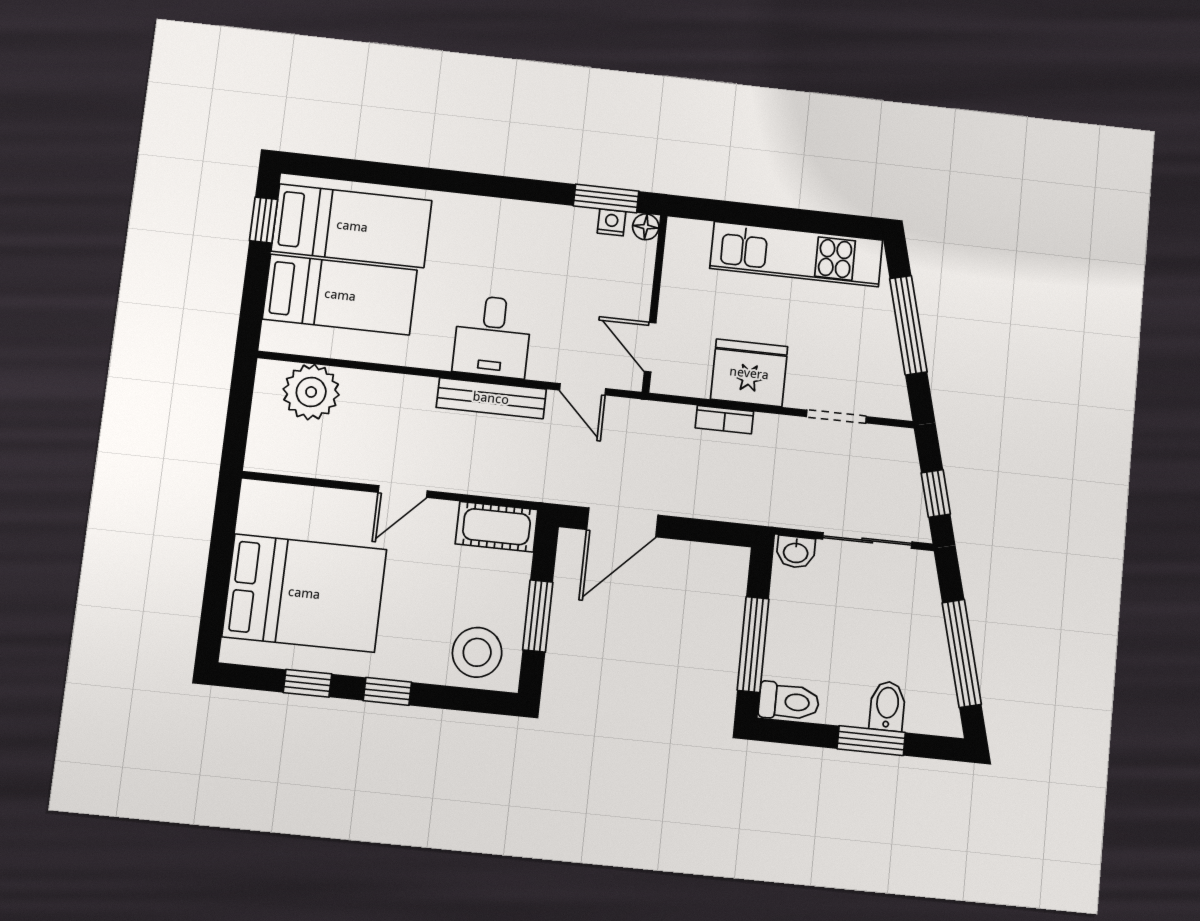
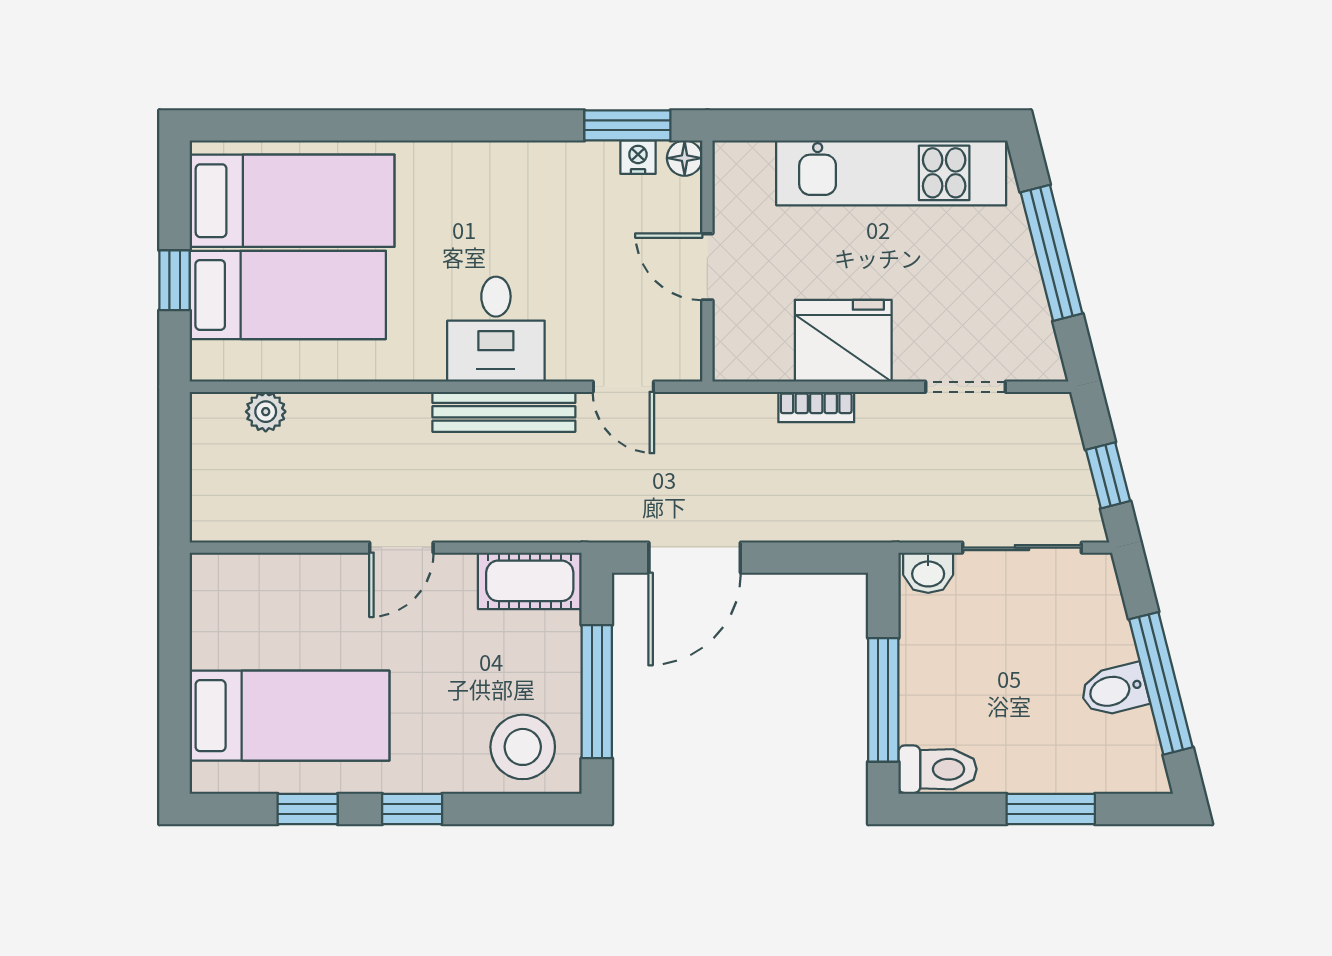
window: (264, 220) -> (174, 280), moved
door: (650, 347) -> (707, 267), moved
plant: (311, 392) -> (266, 412), width x0.53, depth x0.53
bed: (304, 593) -> (289, 716), width x0.67
window: (538, 616) -> (597, 692), width x1.44
bidet: (887, 706) -> (1114, 690), moved, turned -104

